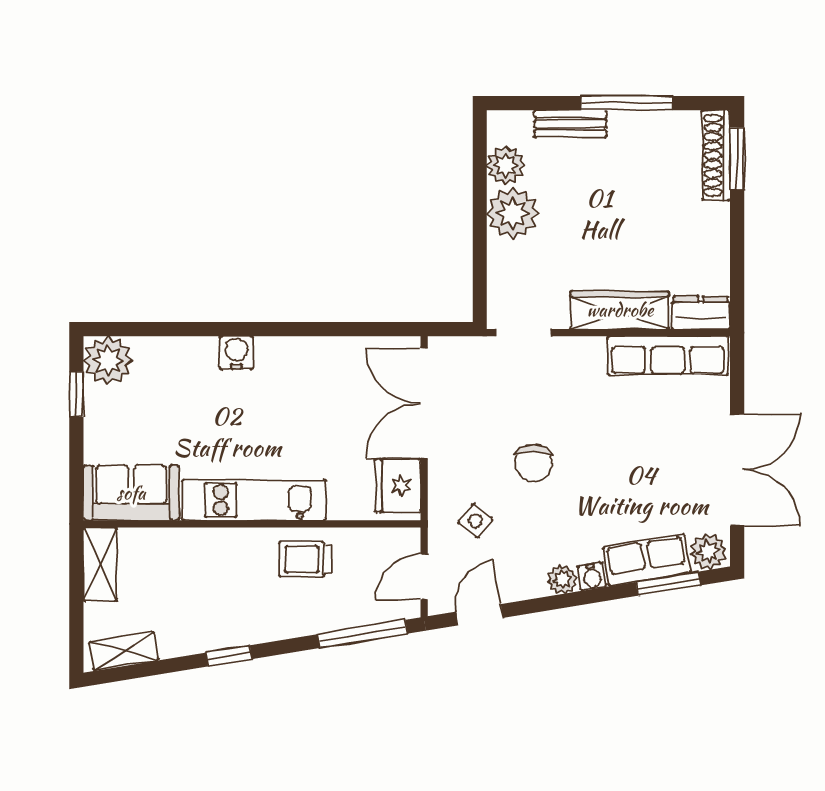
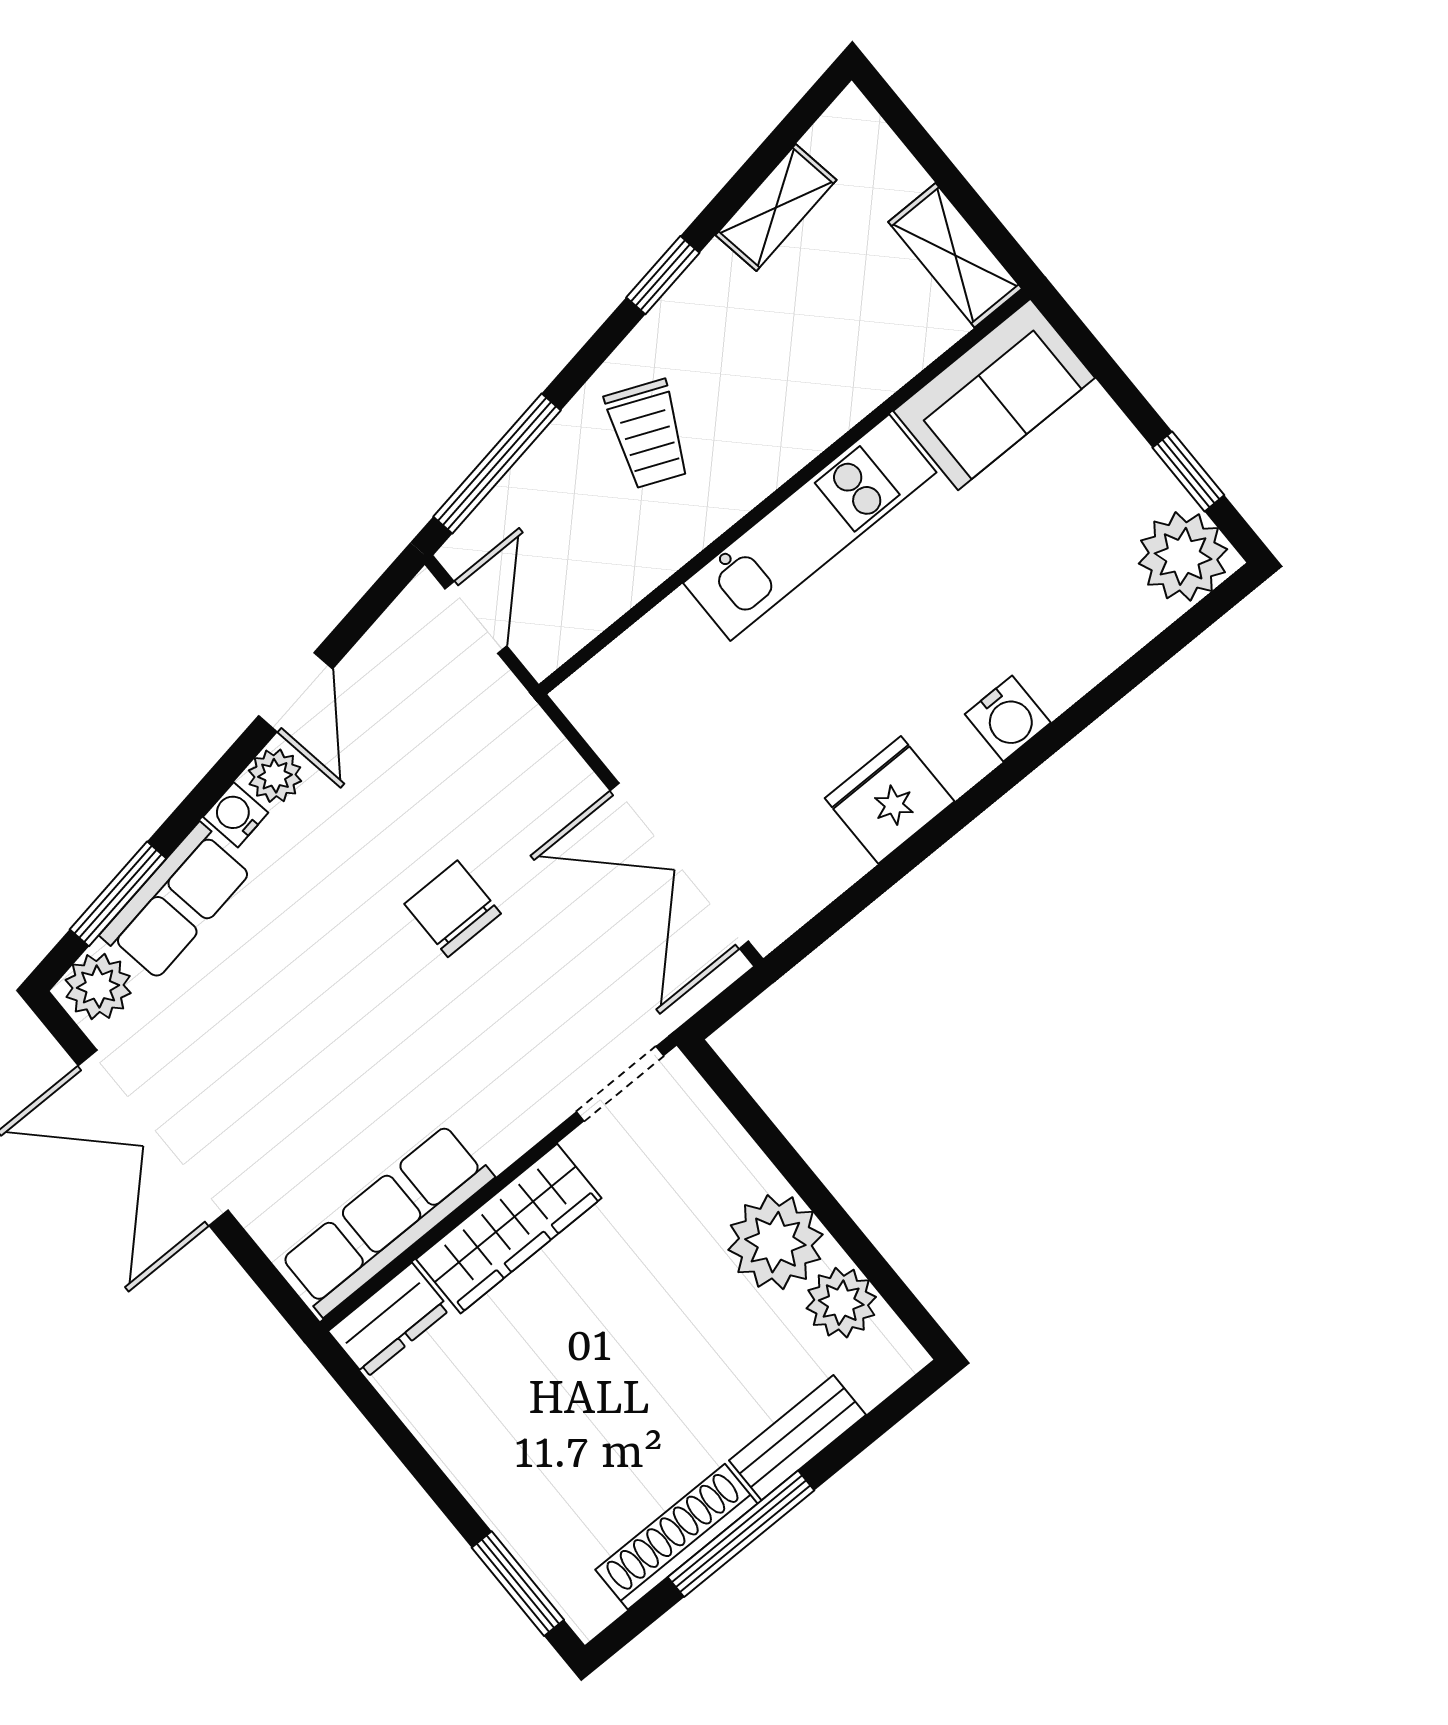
shoe rack: (716, 155) -> (676, 1537), moved, turned -90
double door: (424, 403) -> (679, 866), swing flipped
fridge: (398, 486) -> (890, 800), moved, turned -90
side table: (475, 521) -> (468, 758), removed
trolley: (305, 559) -> (648, 434), moved, turned 113
door: (479, 615) -> (296, 692), moved
shelving: (124, 651) -> (776, 207), moved

